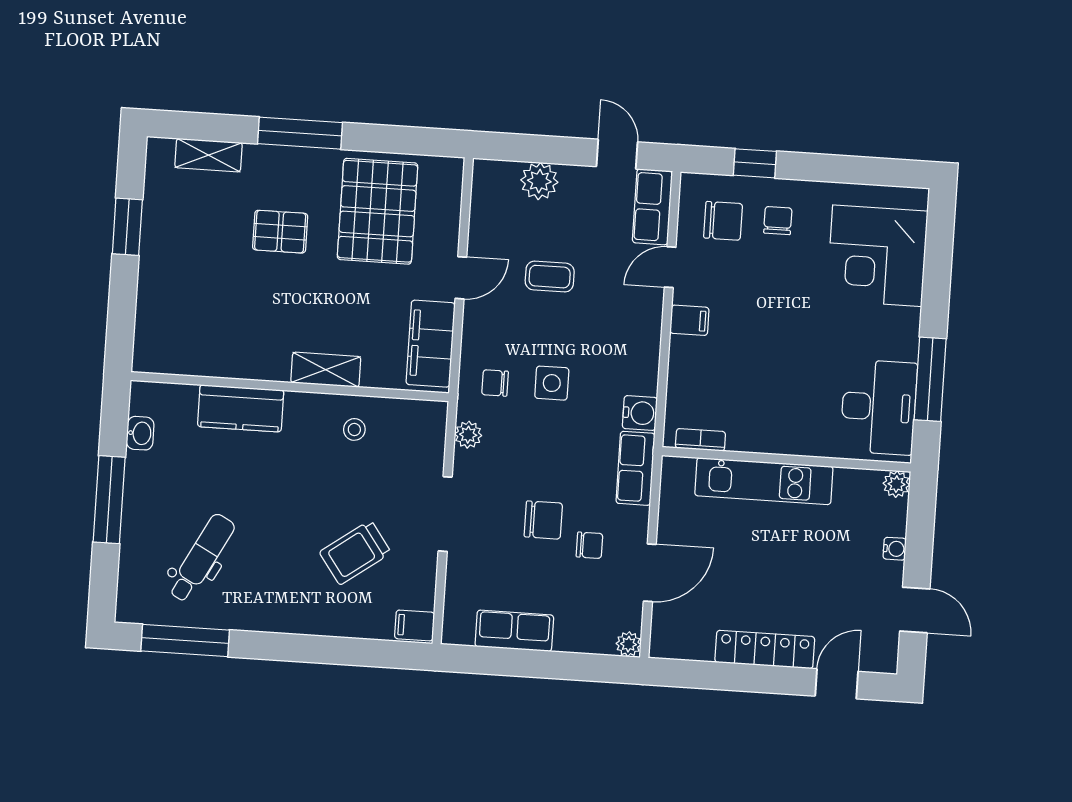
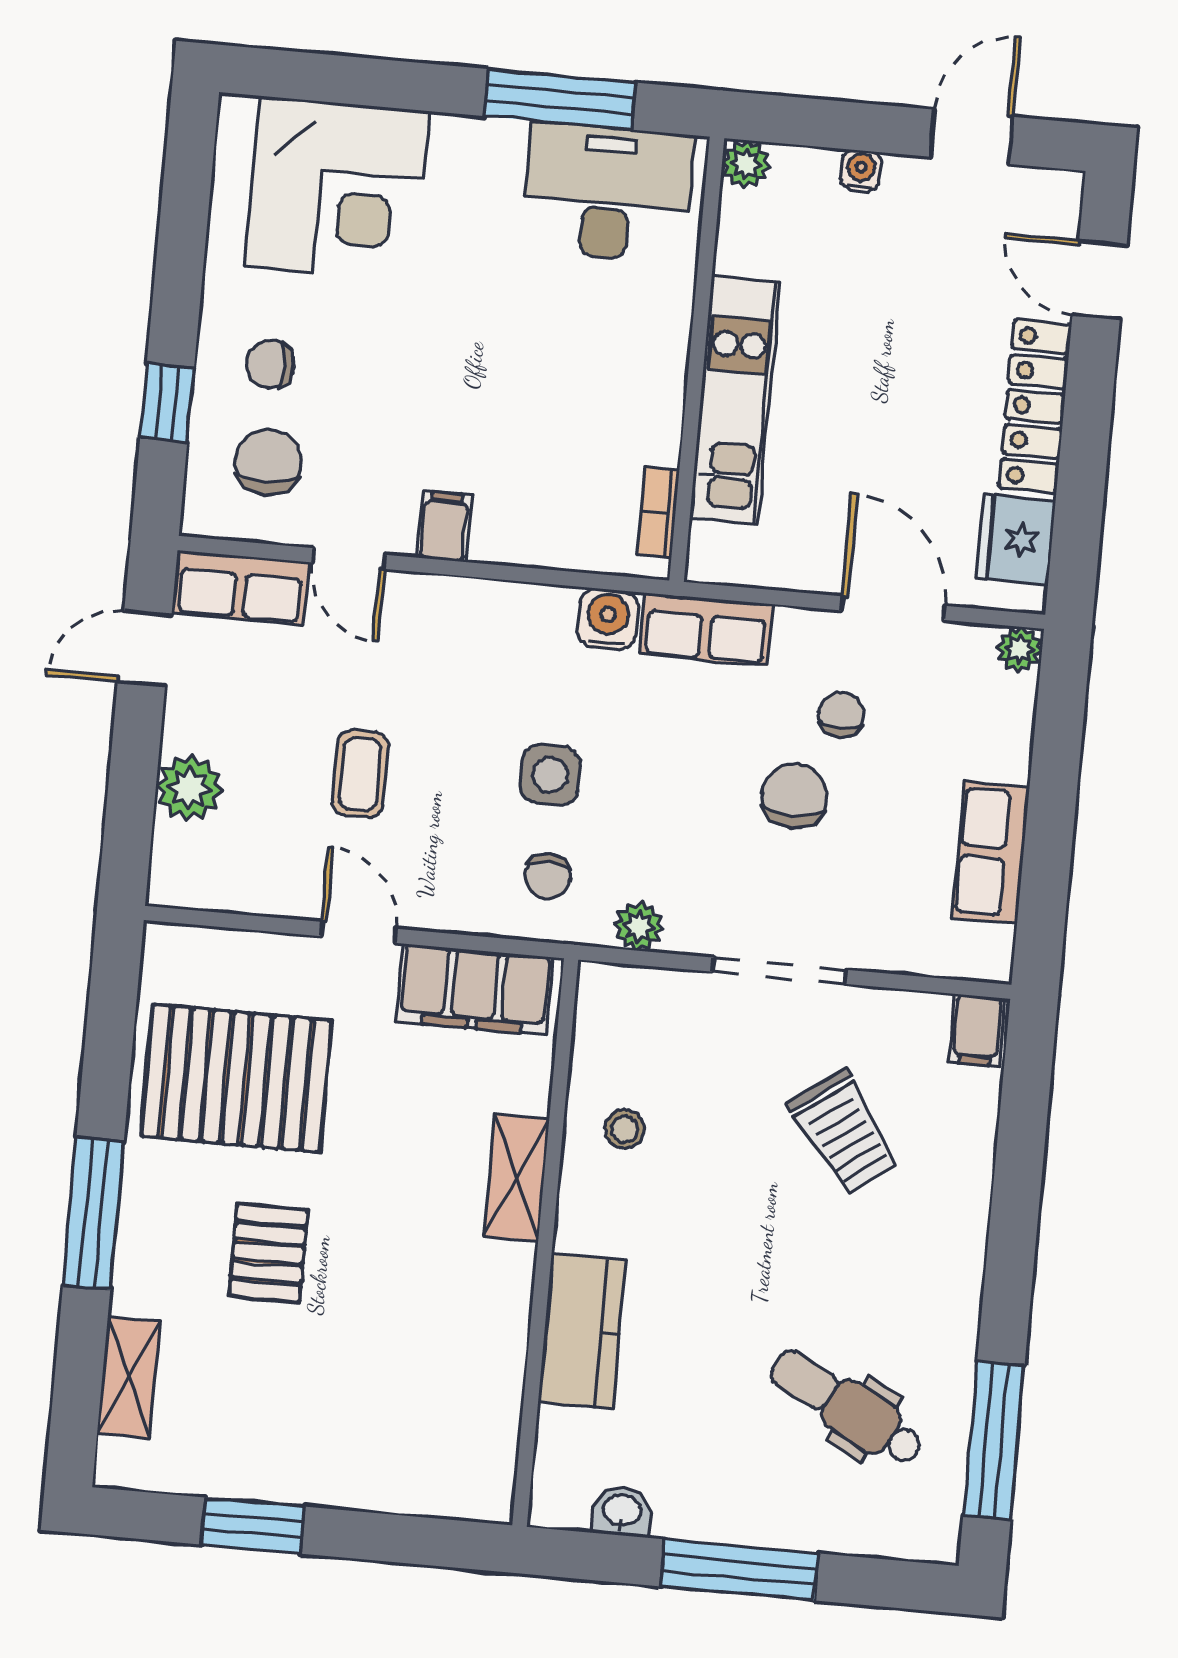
fridge: (690, 640) -> (1016, 539), added

